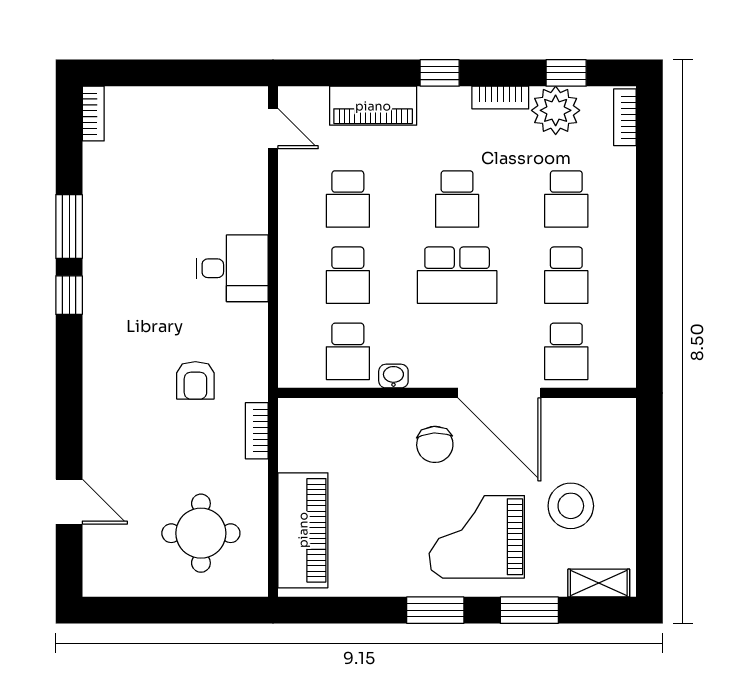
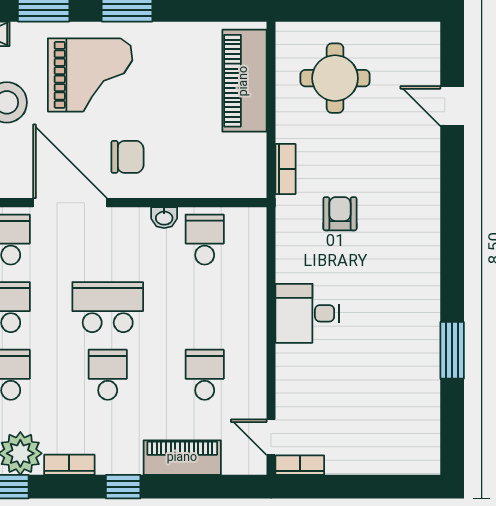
bookcase: (93, 114) -> (300, 465), moved, turned 90
school desk: (348, 275) -> (205, 307), removed
window: (69, 295) -> (452, 289), removed
chair: (435, 444) -> (127, 157), turned 93

